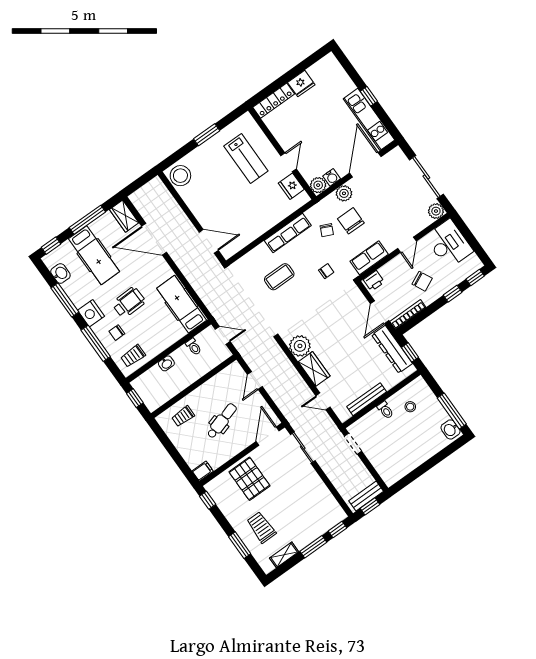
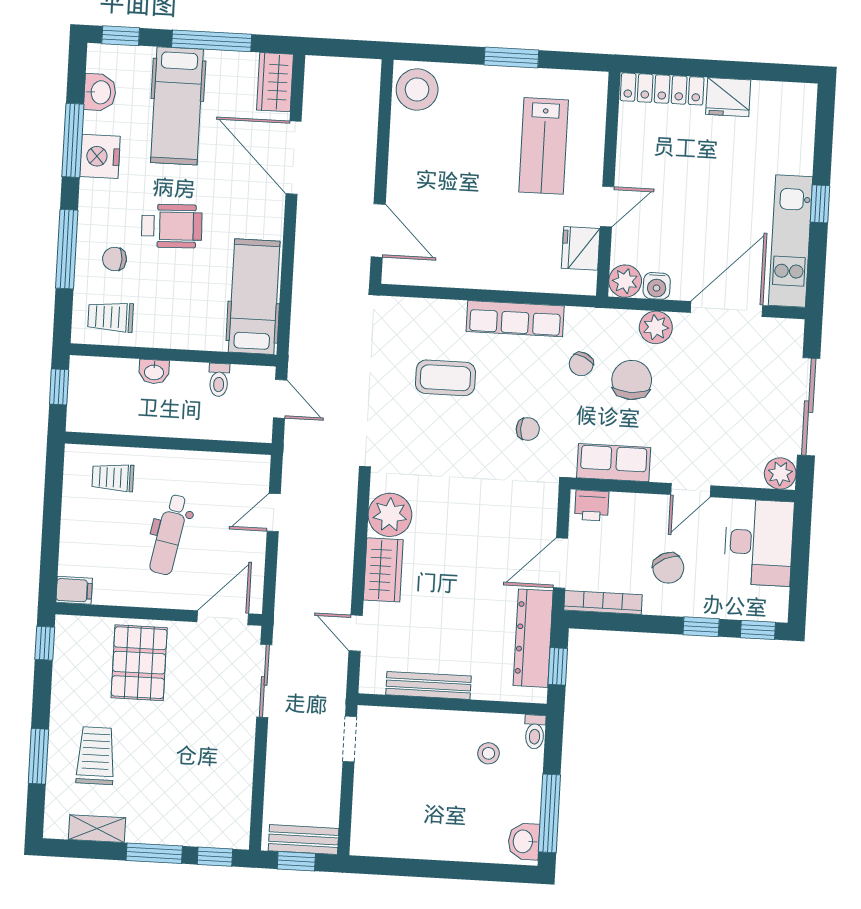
nightstand: (91, 313) -> (100, 156), moved
toilet: (385, 410) -> (535, 732), moved
dental chair: (222, 421) -> (169, 535), turned 118

